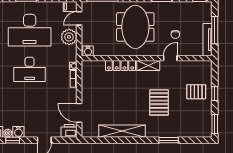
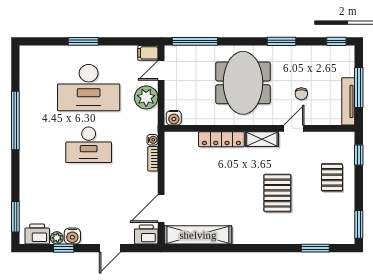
pallet: (196, 92) -> (332, 177), turned 90
window: (215, 94) -> (359, 155), moved
door: (79, 113) -> (161, 208), hinge flipped
shelving: (122, 131) -> (198, 235), moved
window: (169, 140) -> (315, 248), moved

